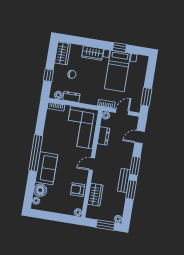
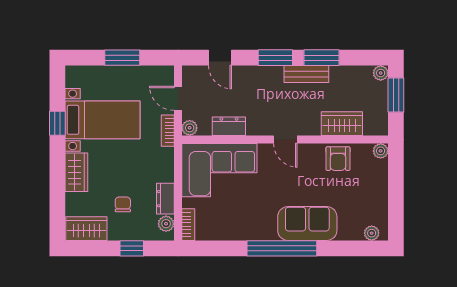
window: (146, 97) -> (122, 58), moved
floor lamp: (40, 190) -> (350, 228), removed

